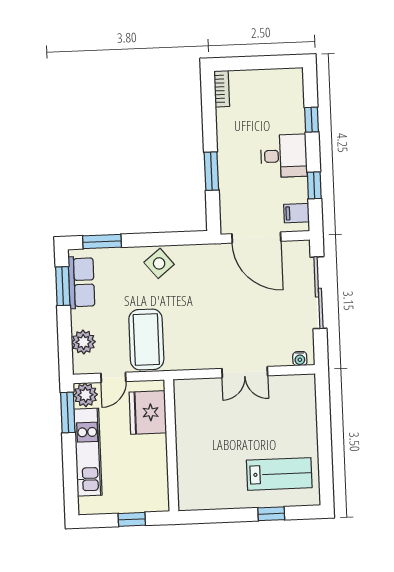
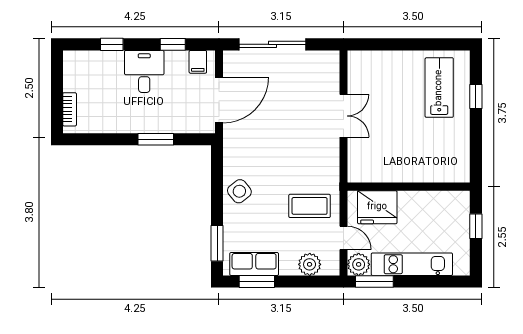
bookcase: (222, 89) -> (70, 109), moved, turned 90
coffee table: (146, 339) -> (310, 206), width x0.73, depth x0.76
water cooler: (300, 359) -> (333, 64), removed

